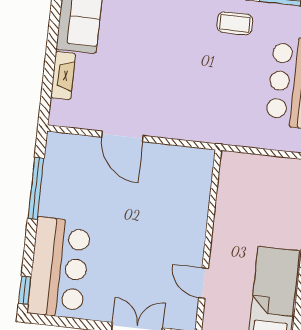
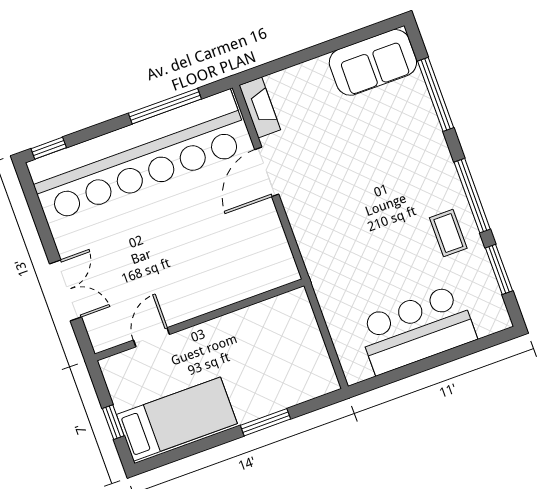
fireplace: (63, 76) -> (260, 108), moved, turned -90
bar counter: (59, 268) -> (139, 156), width x1.86

